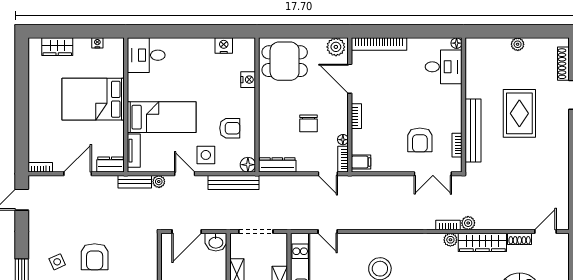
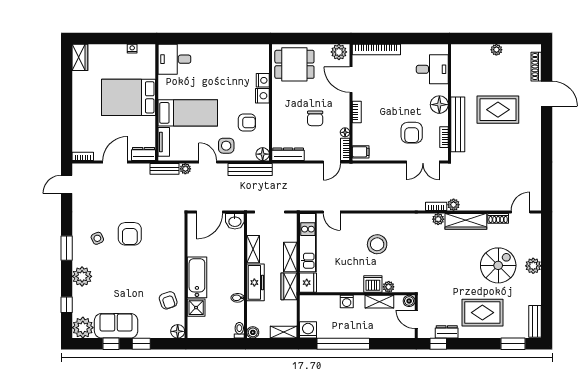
floor lamp: (457, 43) -> (439, 105), moved, width x1.89, depth x1.89
nightstand: (224, 46) -> (262, 96), moved, turned 90
wardrobe: (57, 47) -> (80, 57), moved, turned -90
rug: (519, 113) -> (498, 110), turned 90
door: (328, 174) -> (332, 162), hinge flipped

